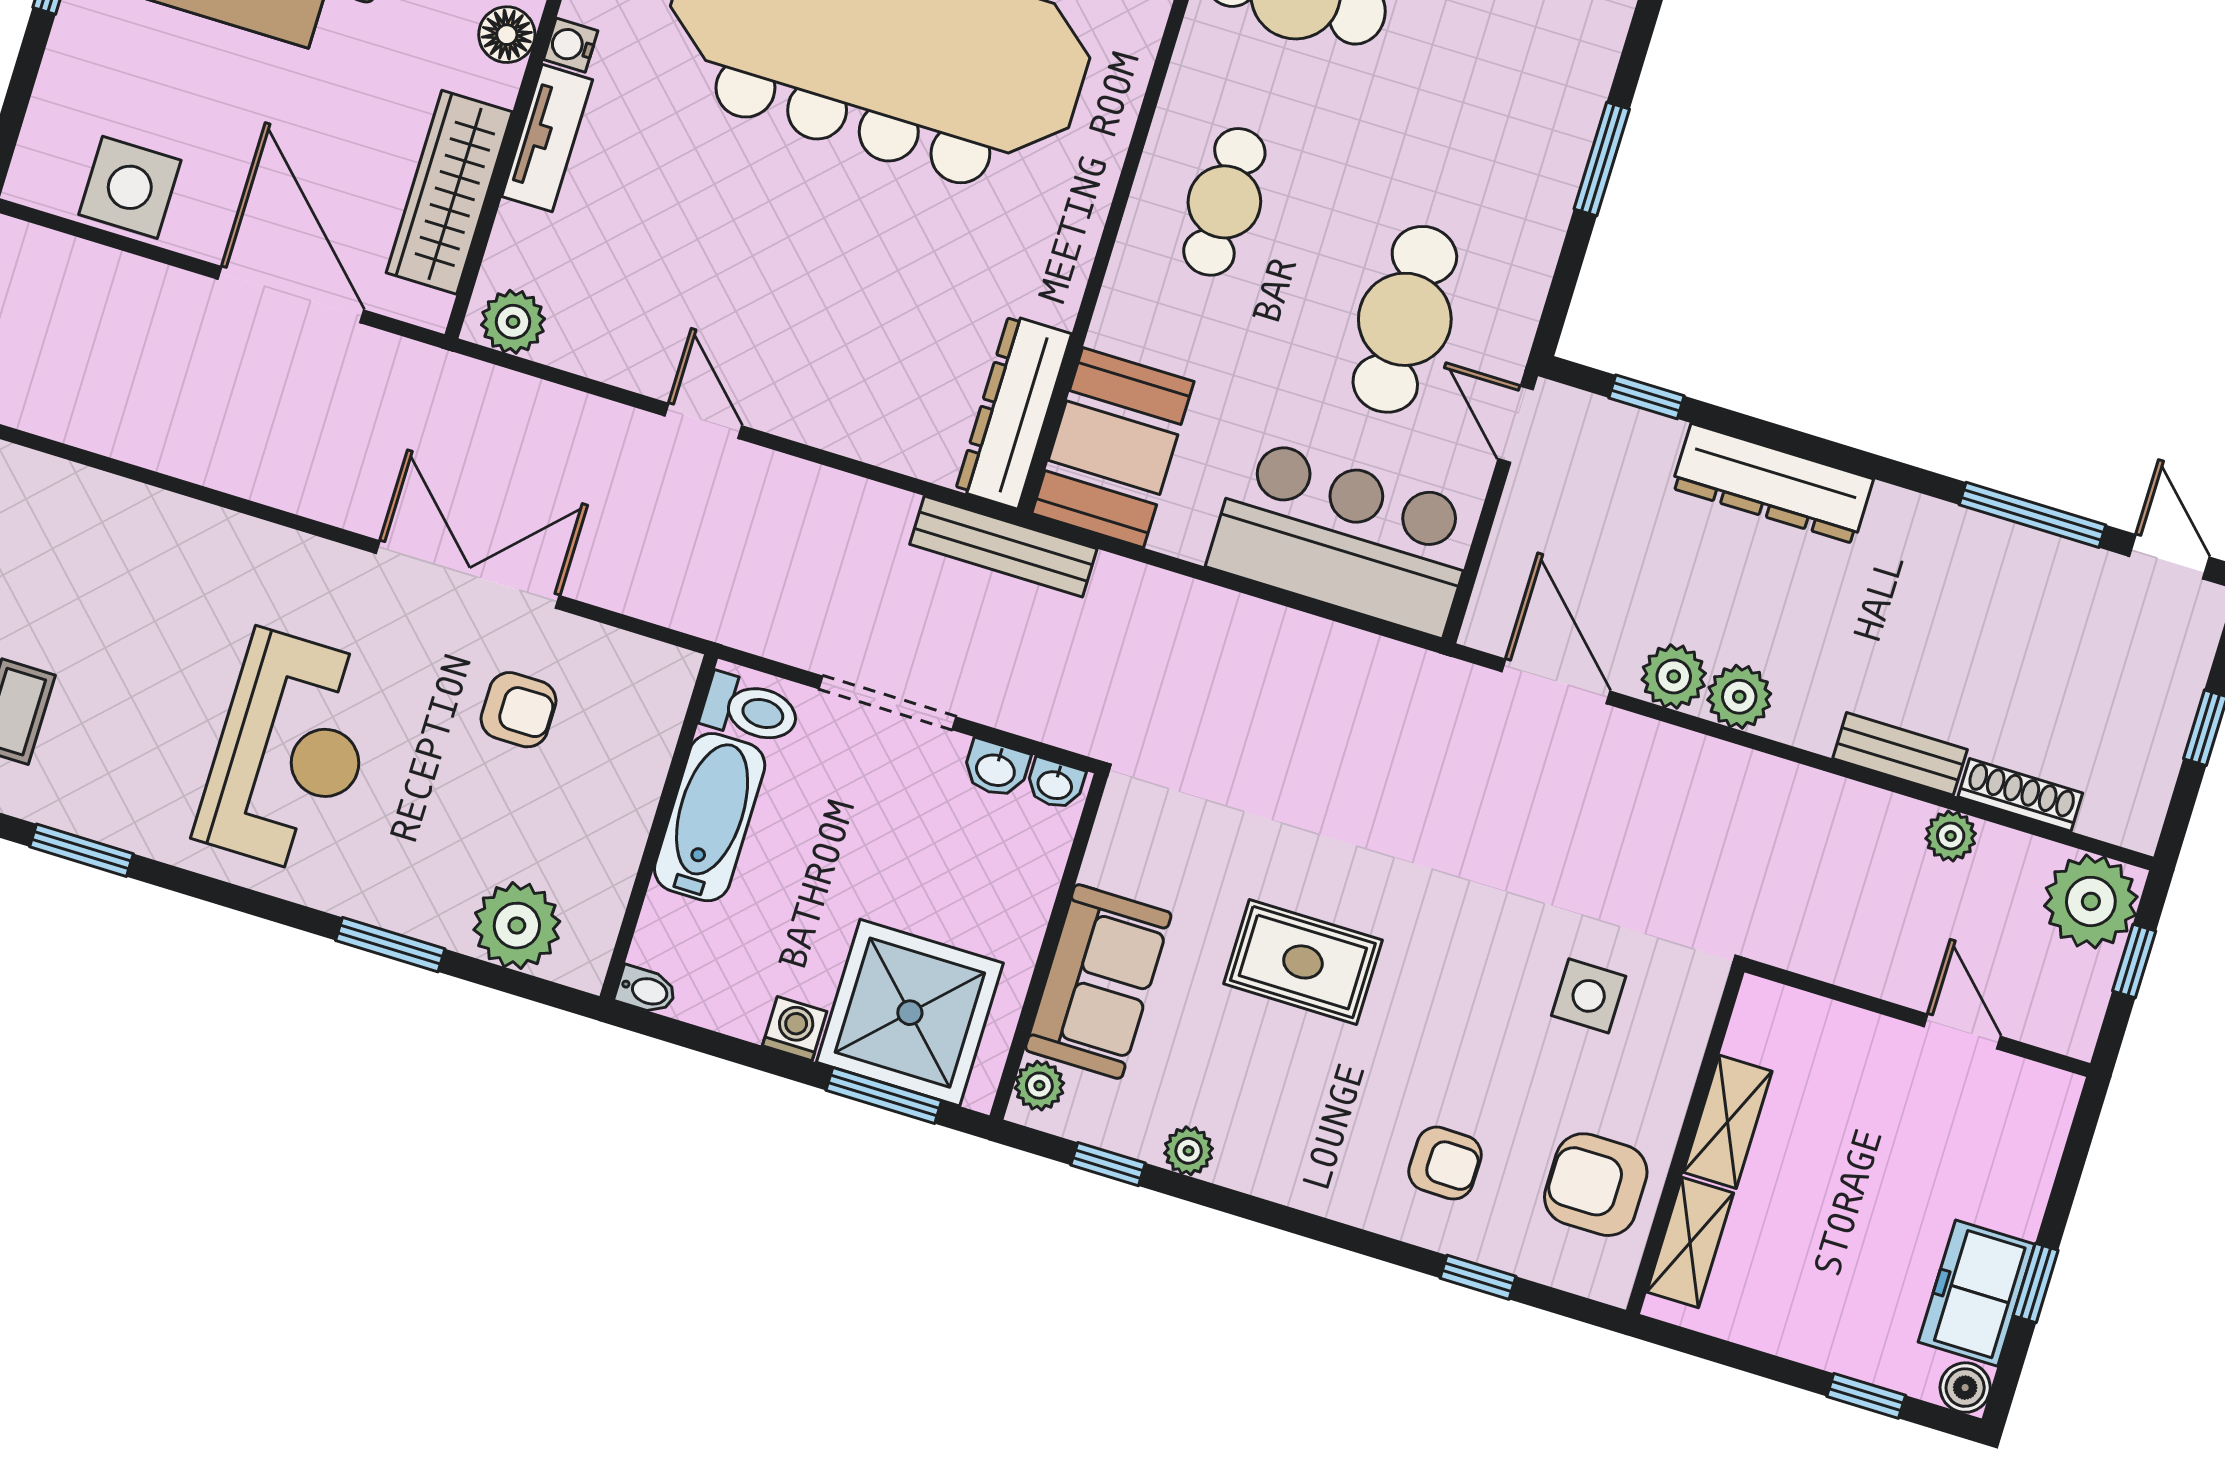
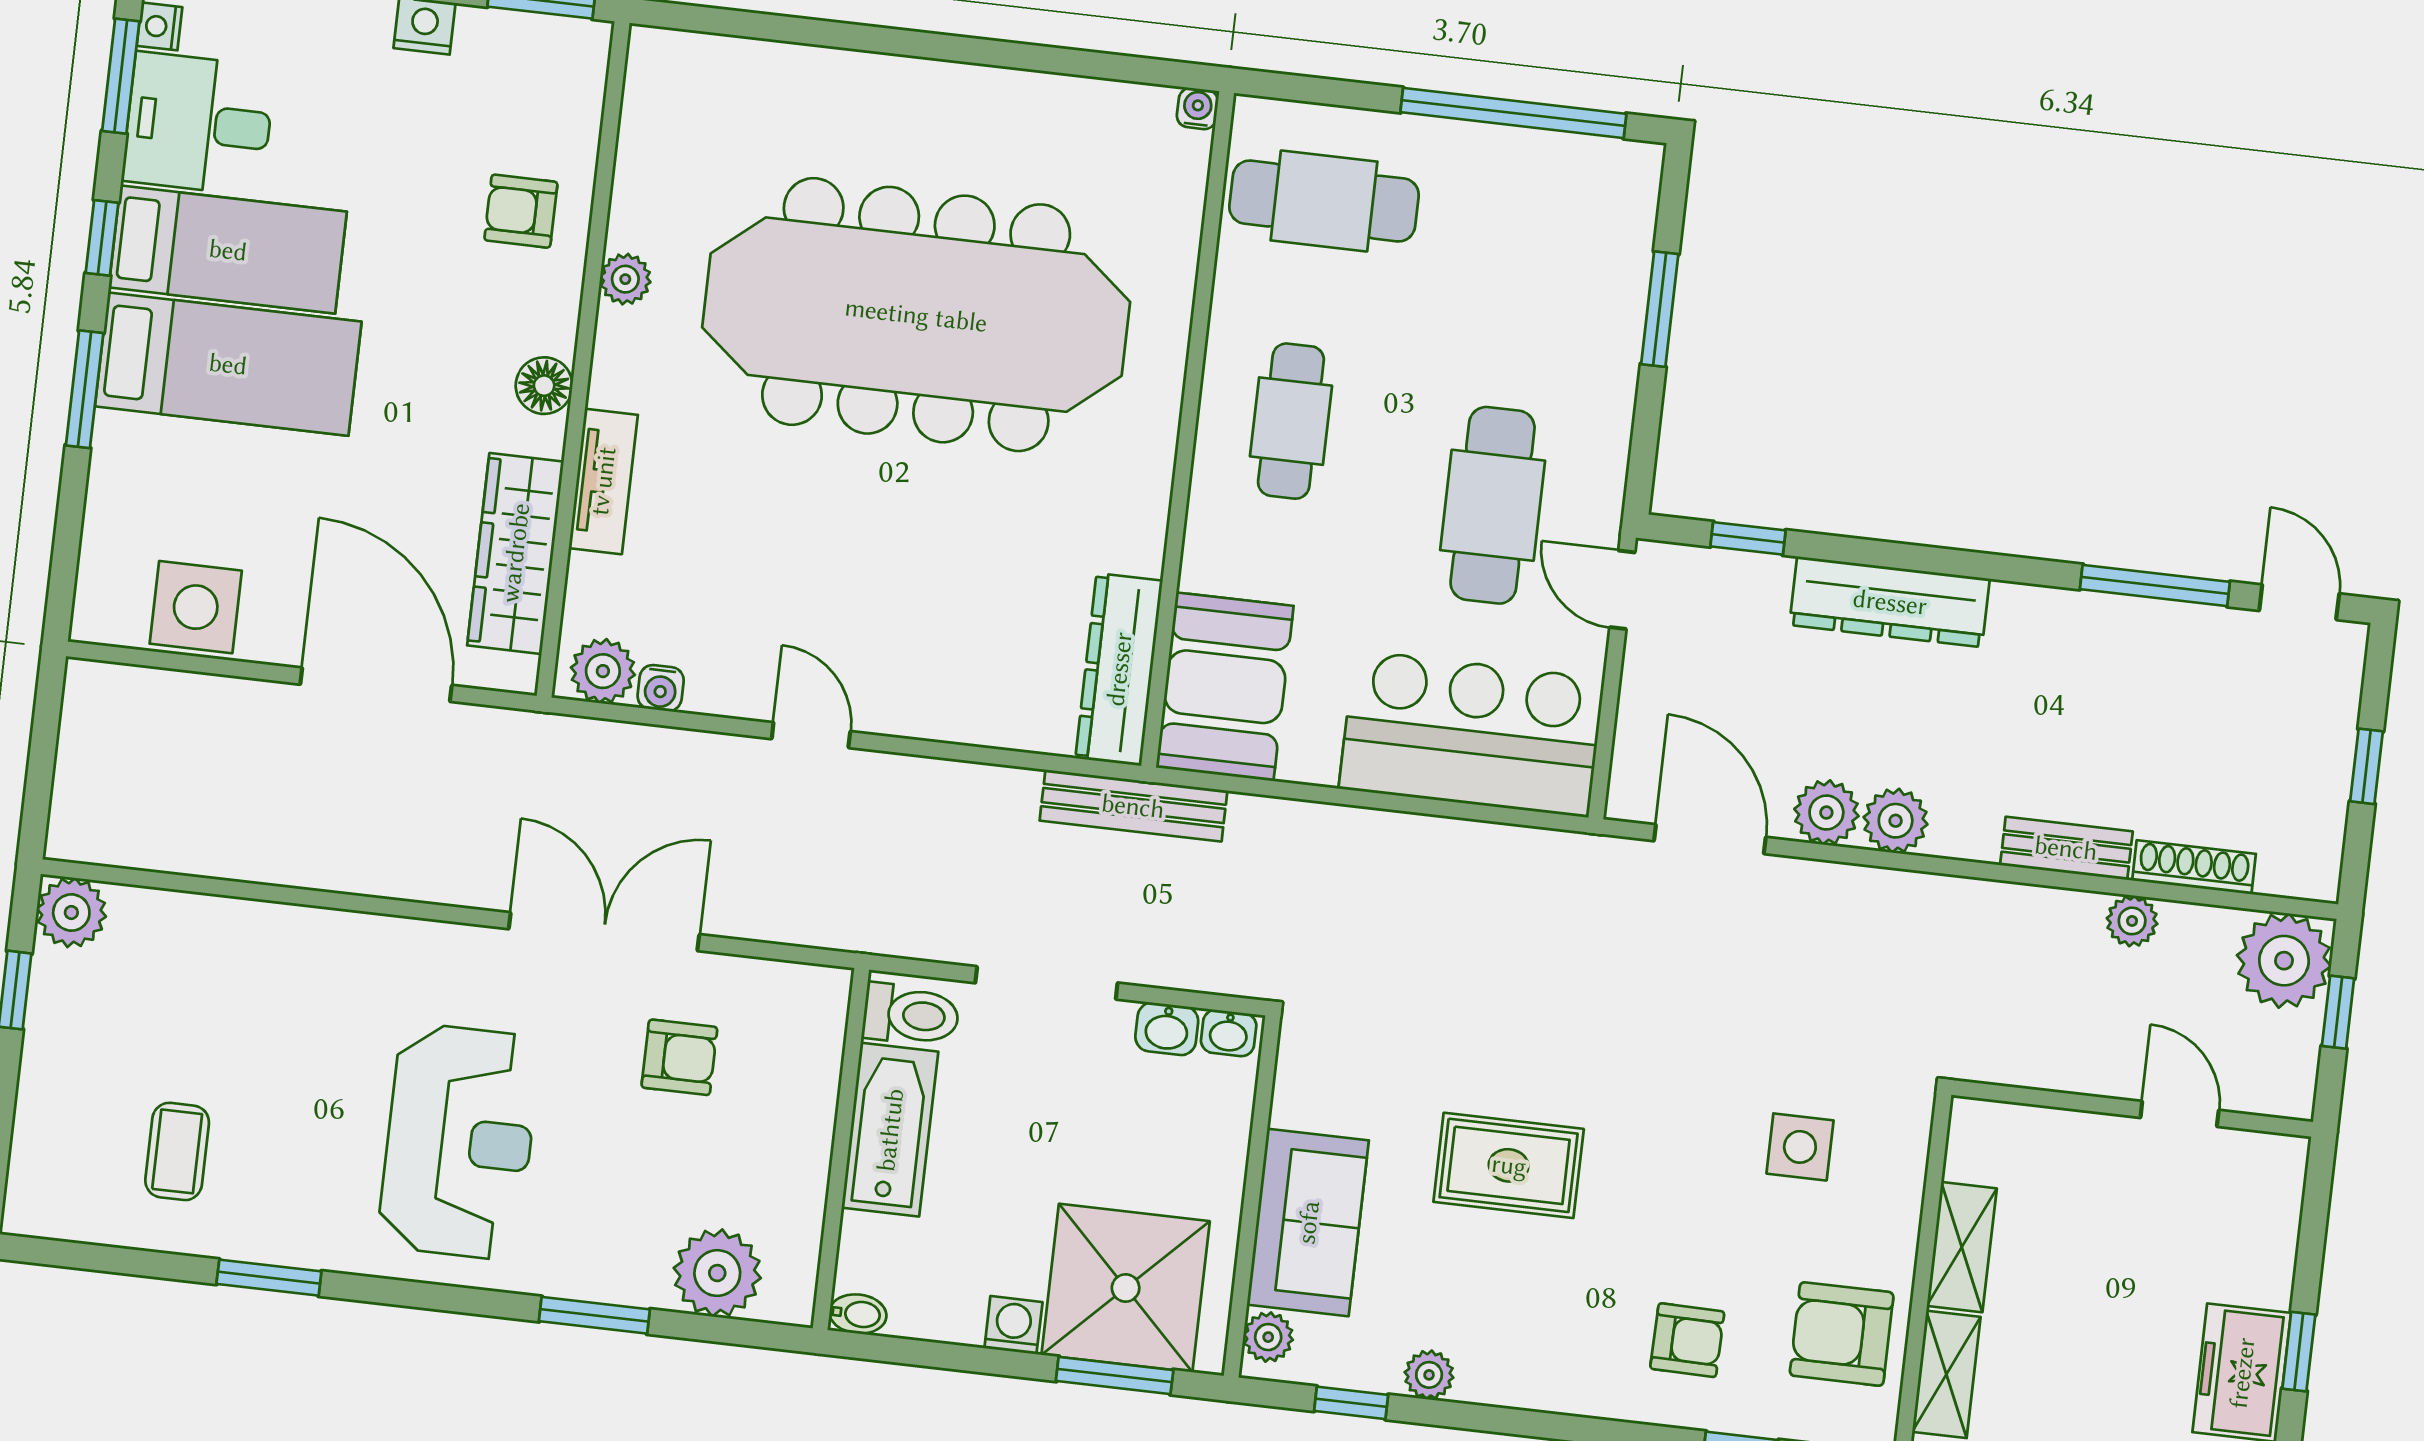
water cooler: (571, 45) -> (661, 688), moved, turned -90

